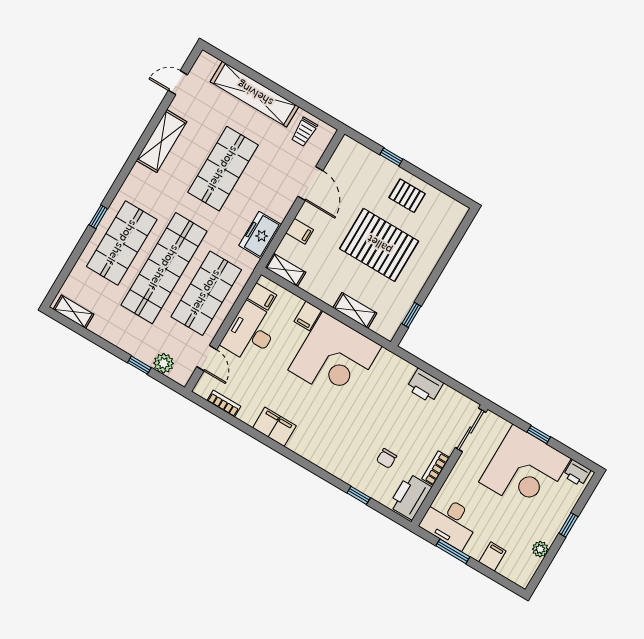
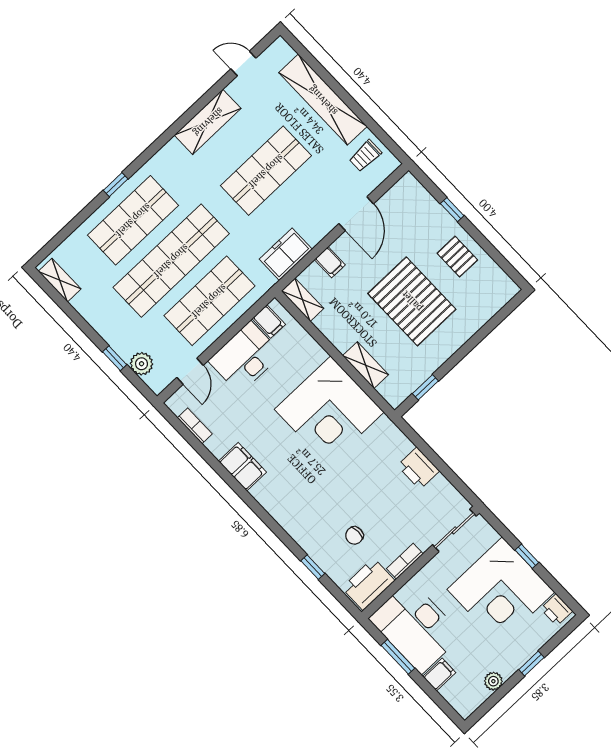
filing cabinet: (308, 316) -> (313, 356), removed
desk: (450, 522) -> (416, 627), width x1.36, depth x1.30

